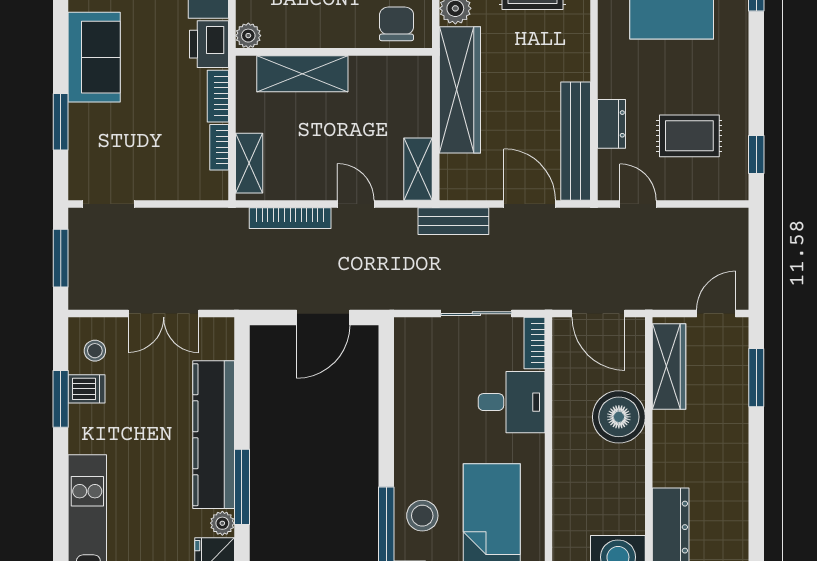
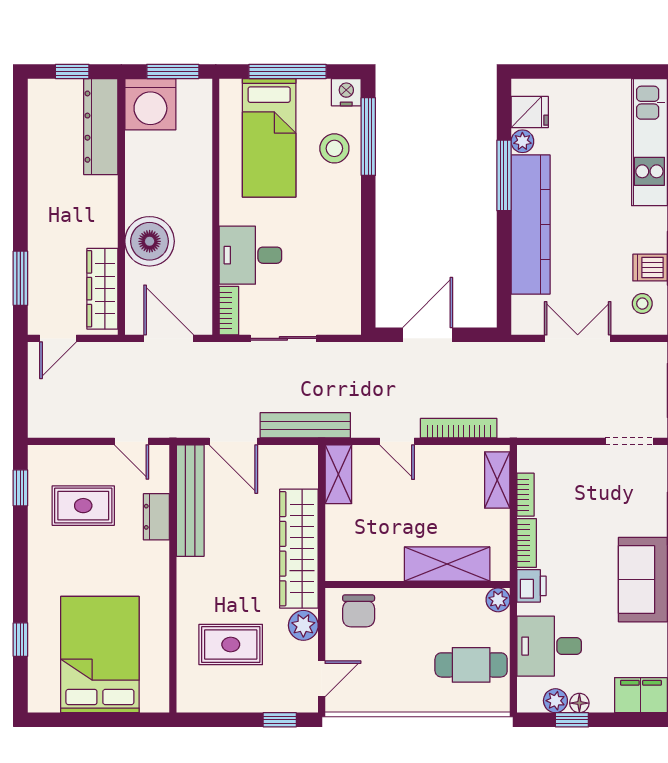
printer: (209, 44) -> (532, 586), width x0.73, depth x0.81
bench: (453, 221) -> (305, 425), width x1.36

